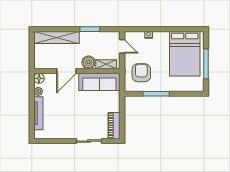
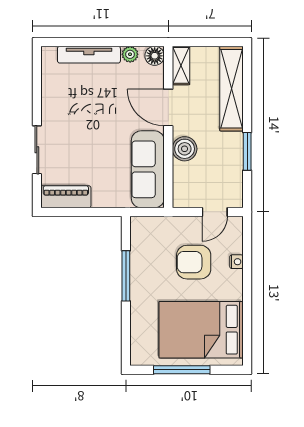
shelving: (106, 64) -> (181, 65), moved
armchair: (141, 73) -> (194, 262), moved, turned 180

